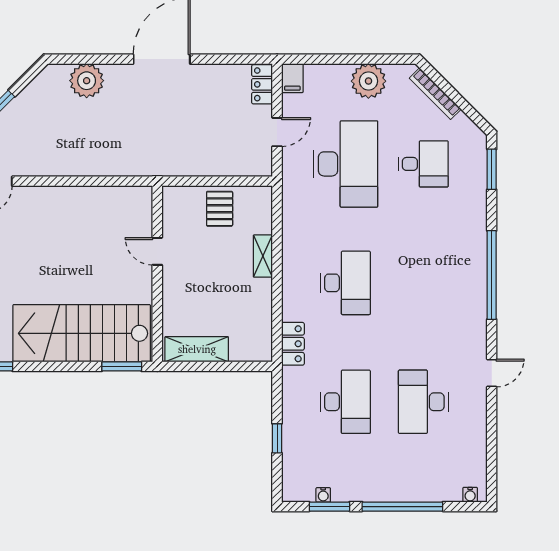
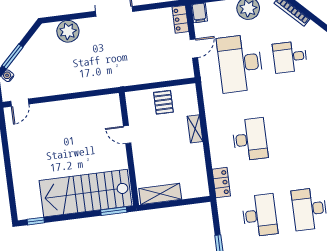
desk: (345, 164) -> (240, 63), turned 180
desk: (423, 164) -> (290, 57), turned 180

